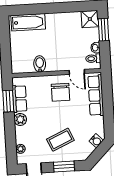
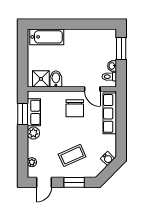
shower: (90, 19) -> (41, 79), moved

